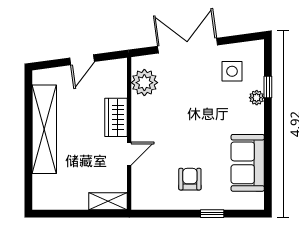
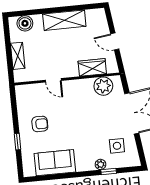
wardrobe: (116, 117) -> (92, 67), moved
shelving: (44, 129) -> (64, 20), width x0.68
boiler: (43, 186) -> (25, 23), added
shelving: (108, 201) -> (18, 56), moved

